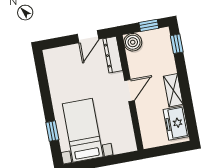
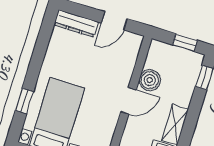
boiler: (133, 42) -> (150, 80), moved
dresser: (113, 55) -> (76, 23), moved, turned -90

